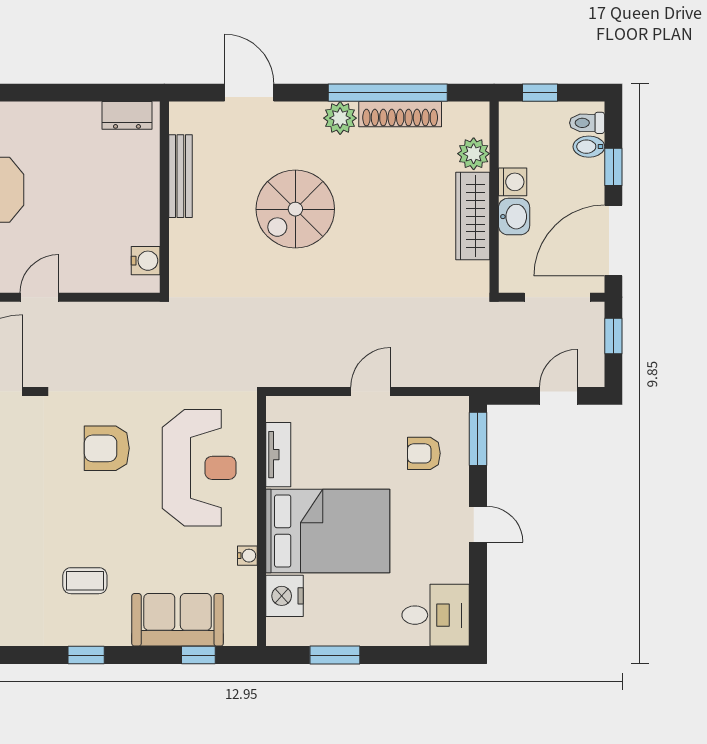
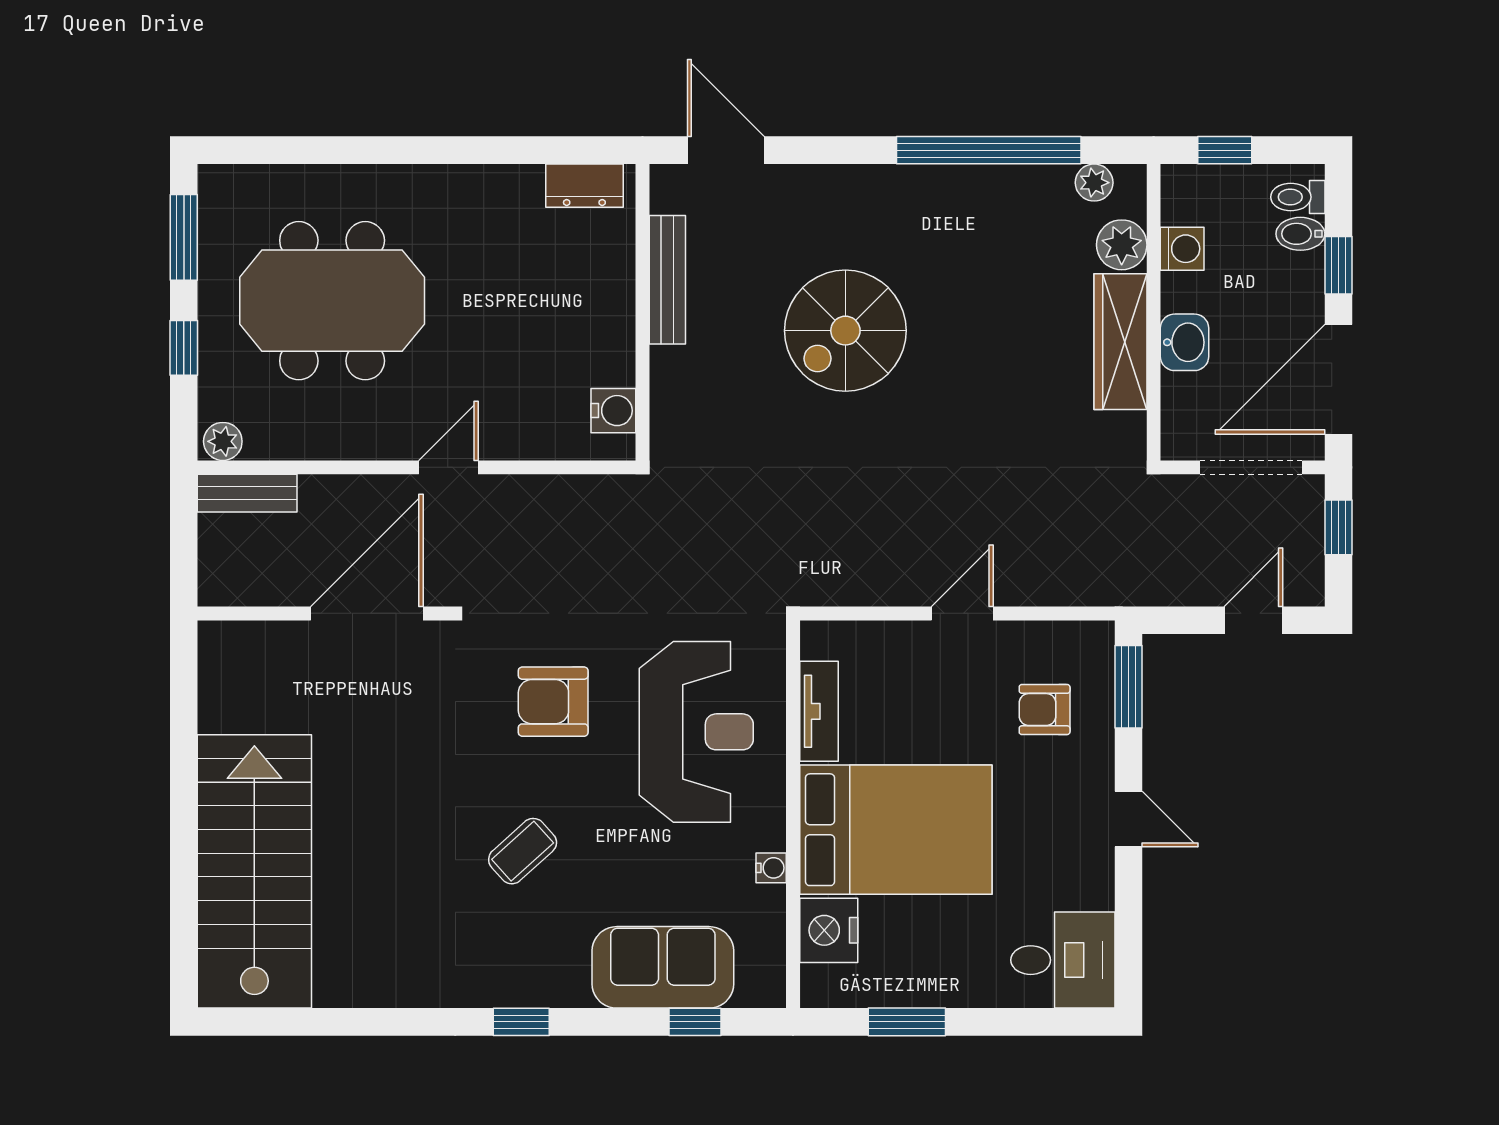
door: (249, 93) -> (726, 150), moved
shoe rack: (400, 114) -> (1008, 184), removed
plant: (340, 118) -> (1094, 183), moved, width x0.73, depth x0.73
washing machine: (513, 182) -> (1182, 249), moved
coffee table: (85, 581) -> (523, 851), moved, turned -42

